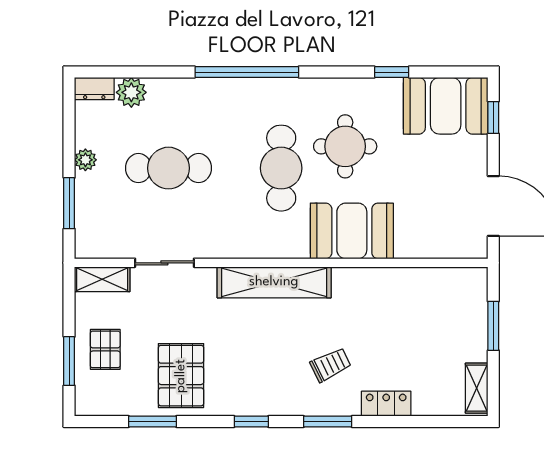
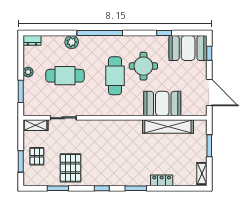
plant: (131, 92) -> (72, 42), moved
booth: (352, 231) -> (162, 104), moved
shelving: (274, 282) -> (168, 126), moved
trolley: (331, 365) -> (137, 163), removed

